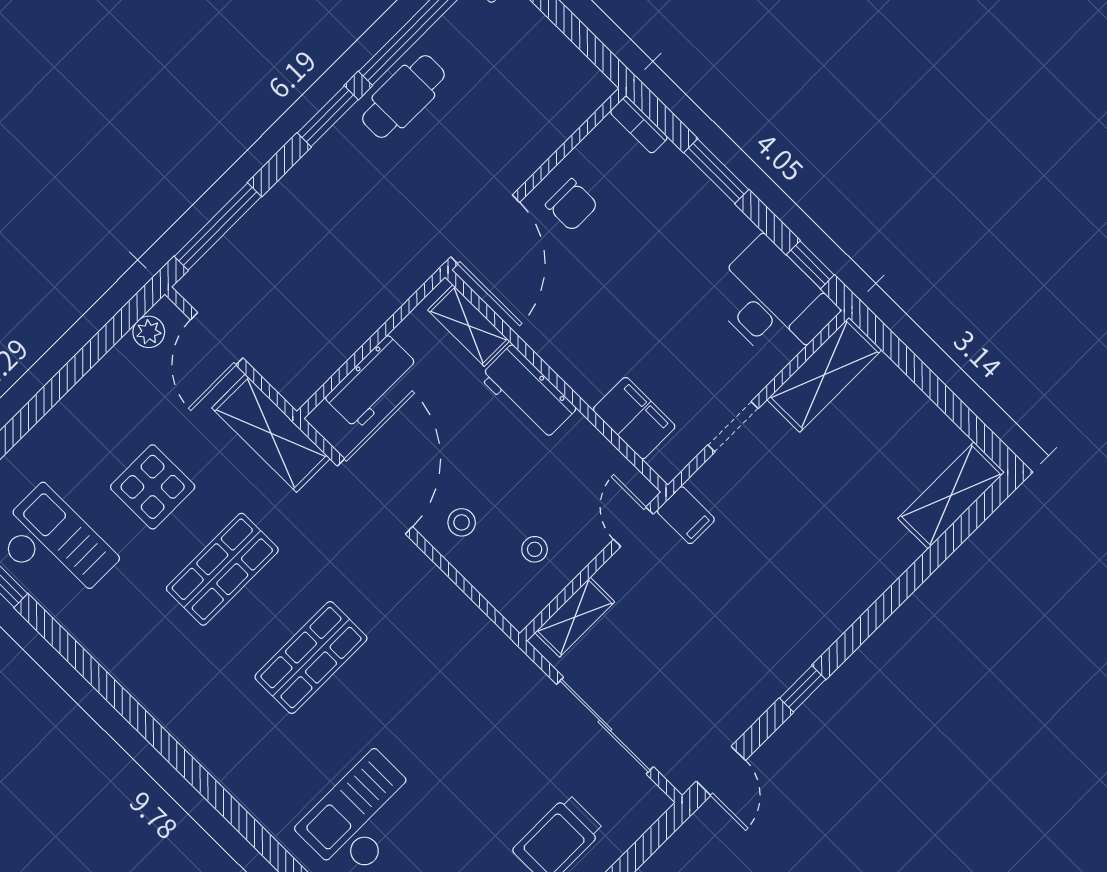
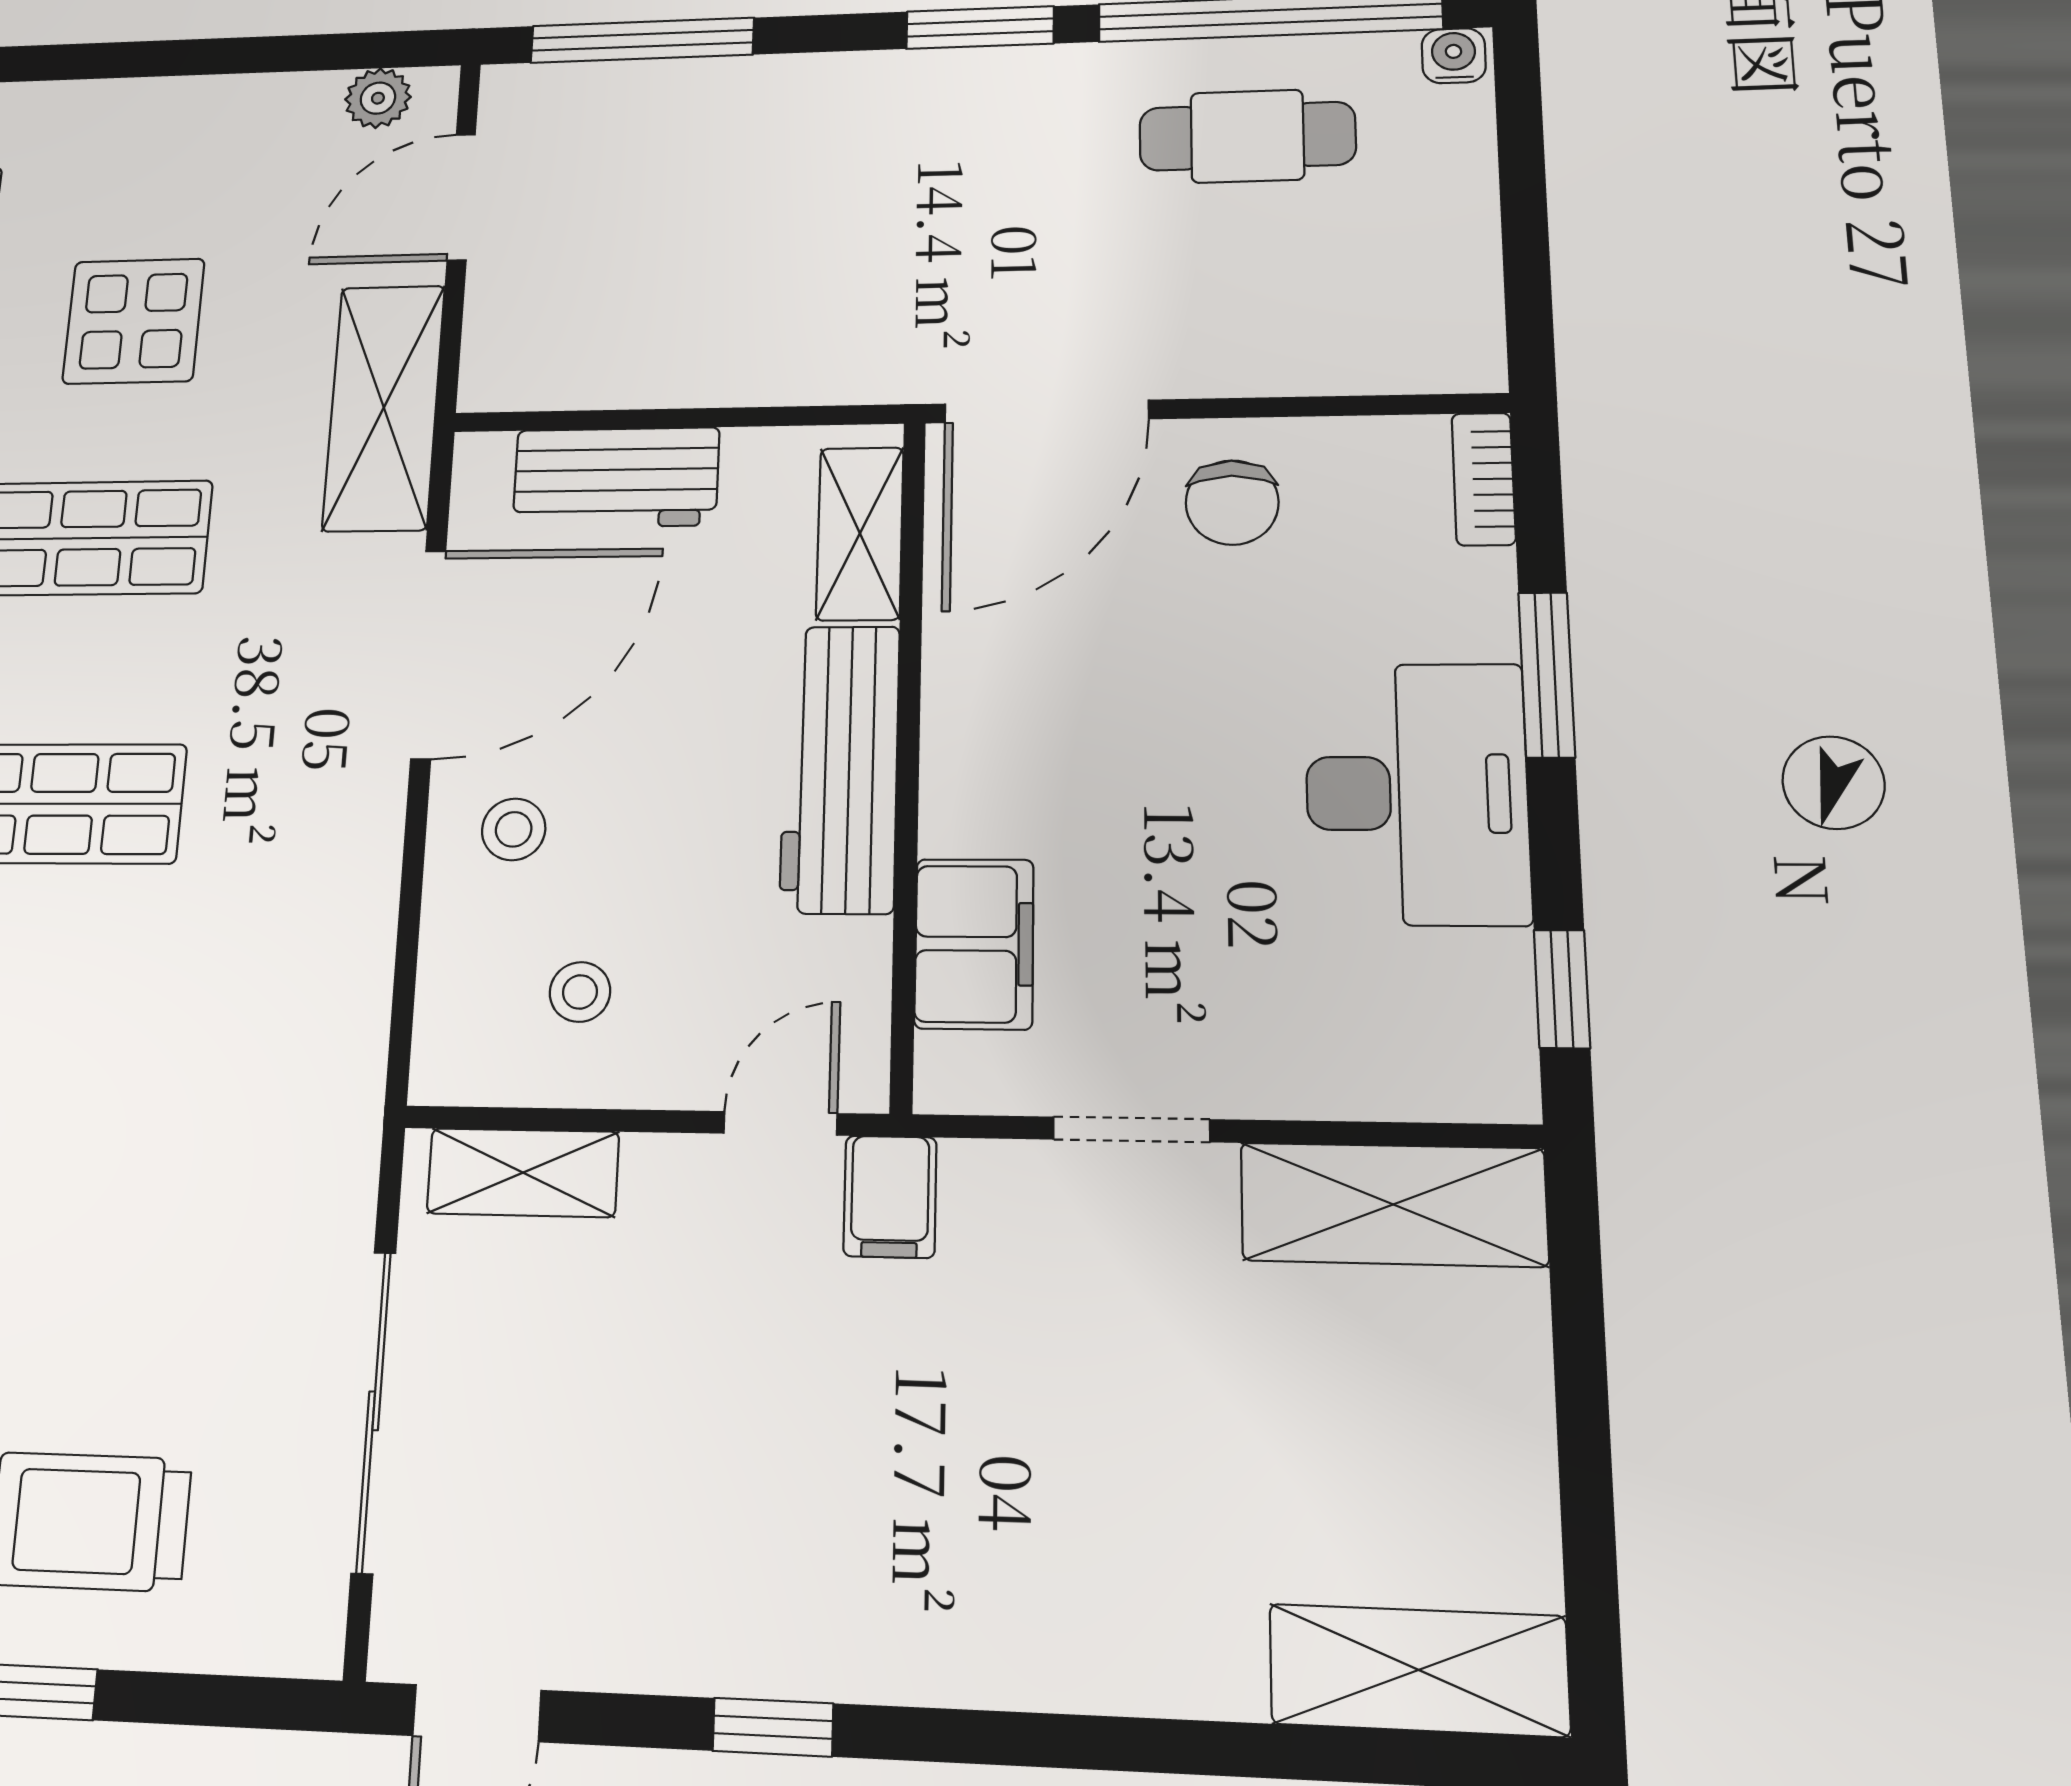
cafe table: (403, 97) -> (1247, 136), moved
desk: (772, 302) -> (1417, 793), moved
workbench: (528, 393) -> (840, 768), width x1.38

